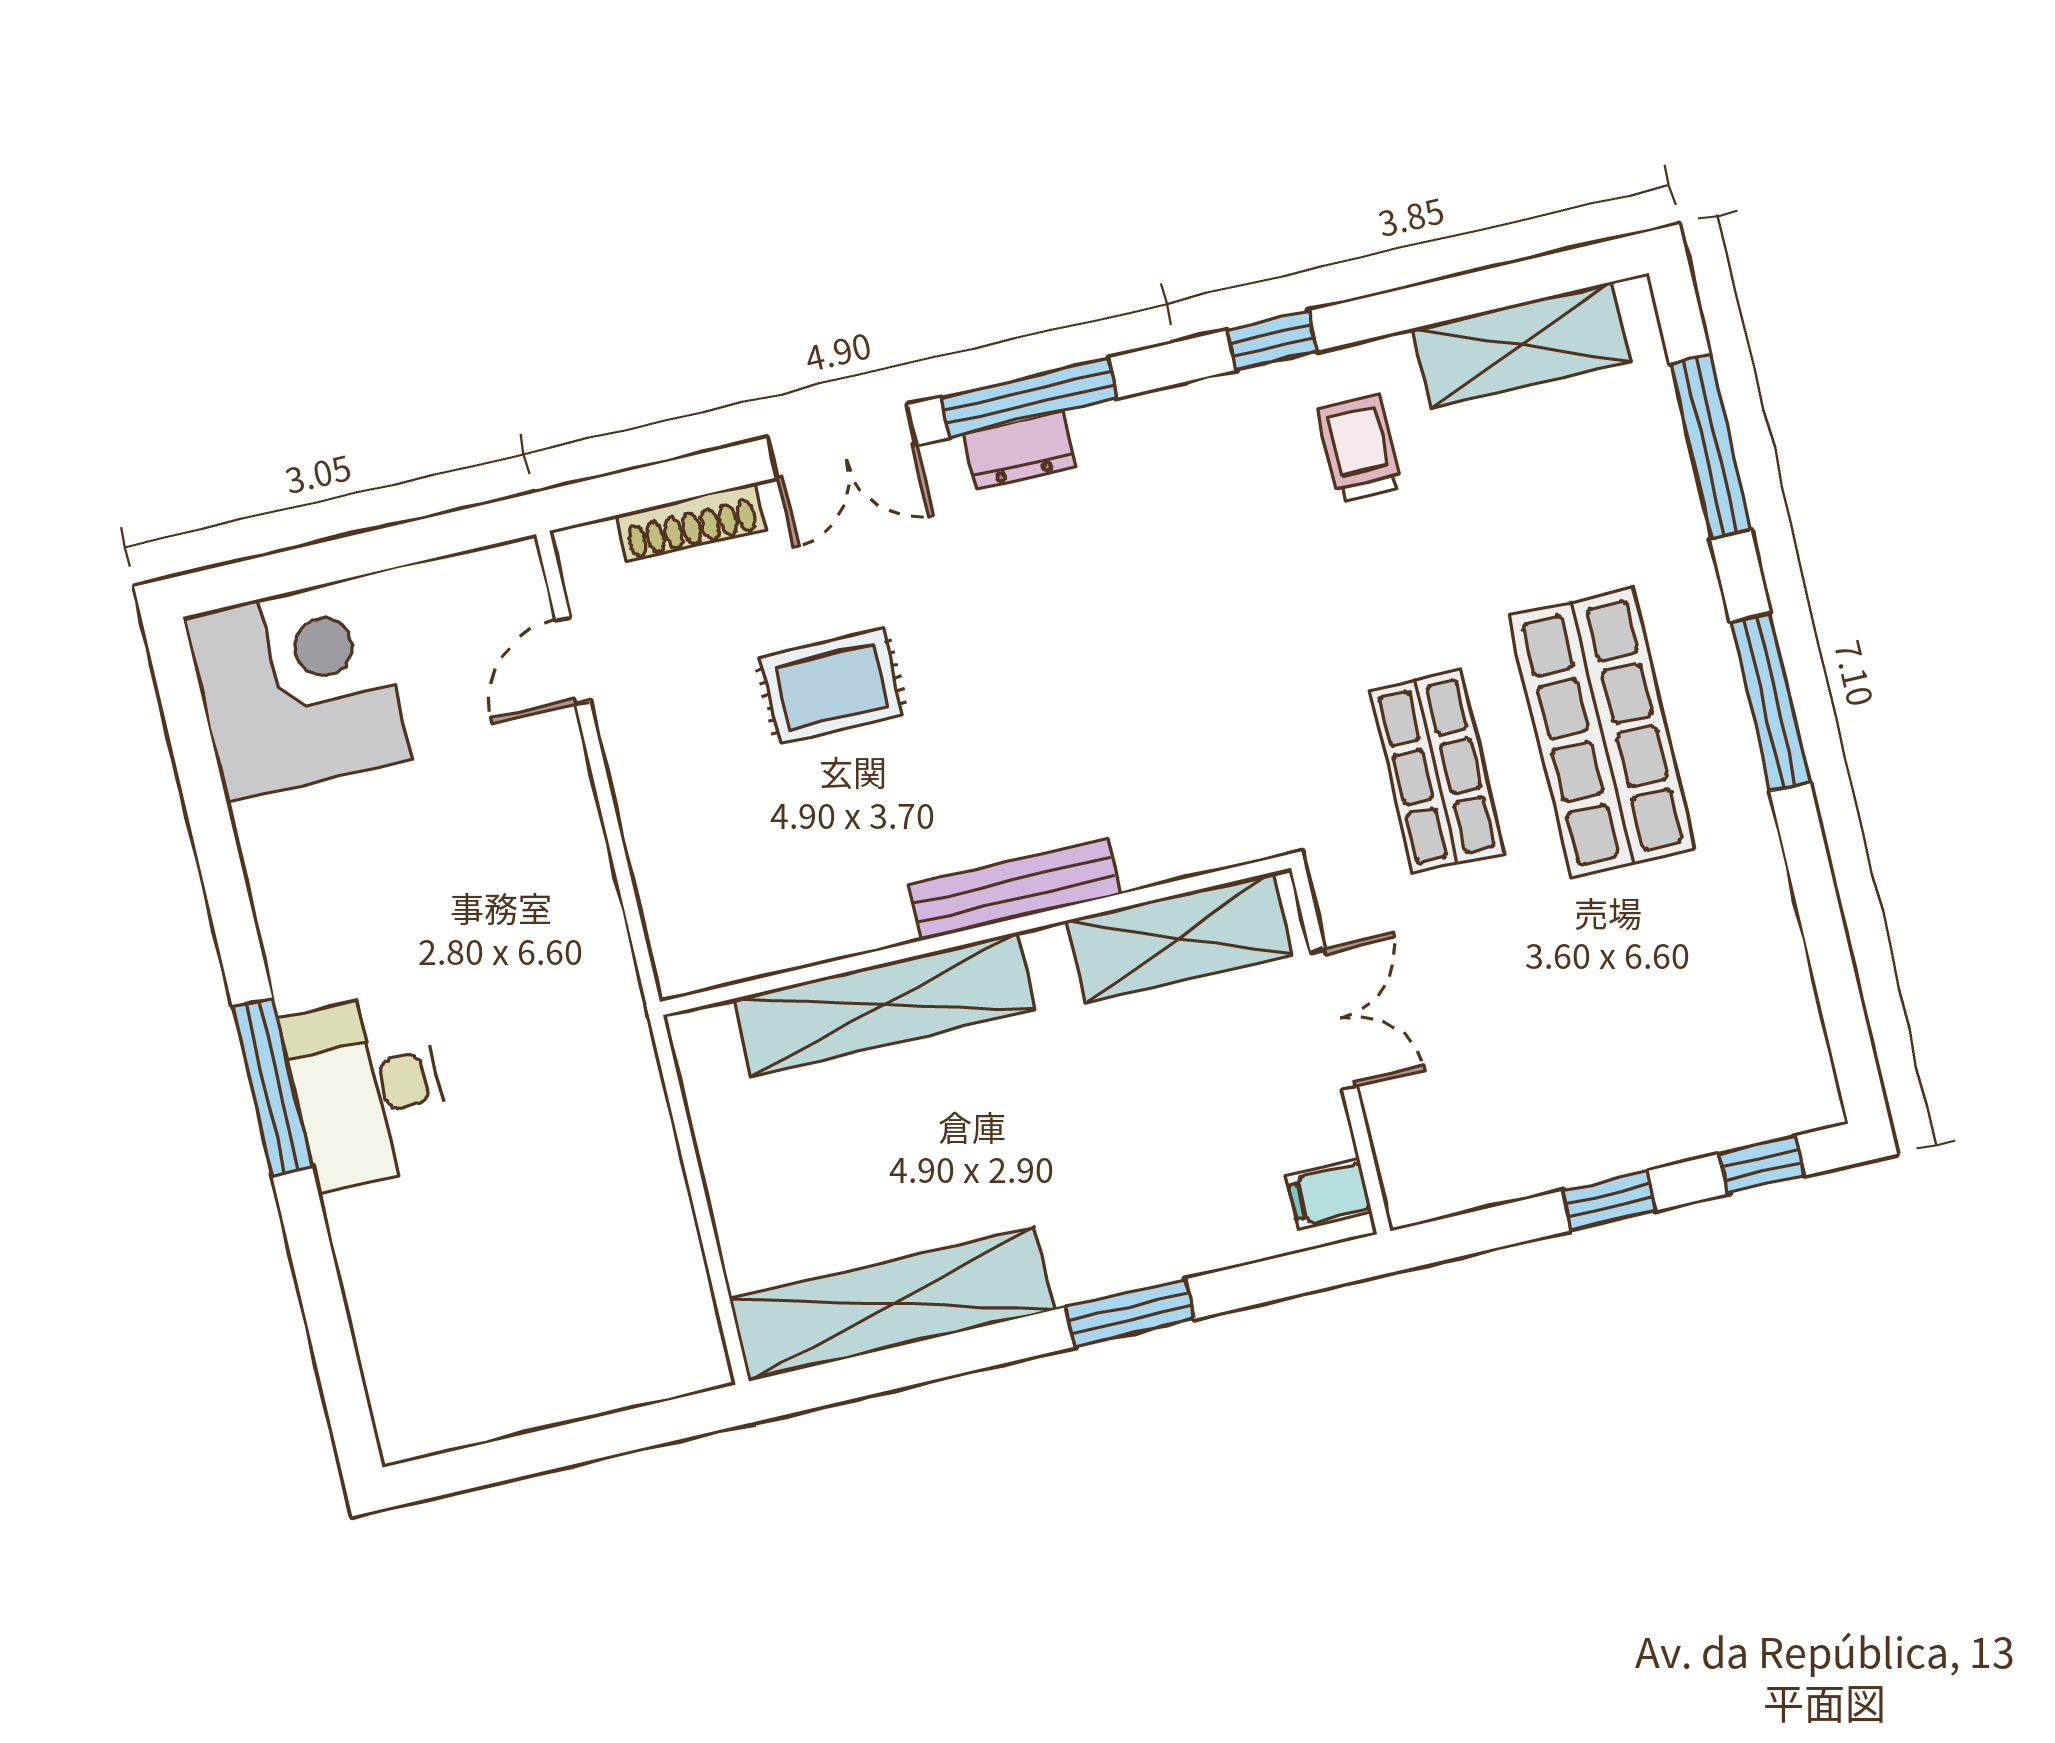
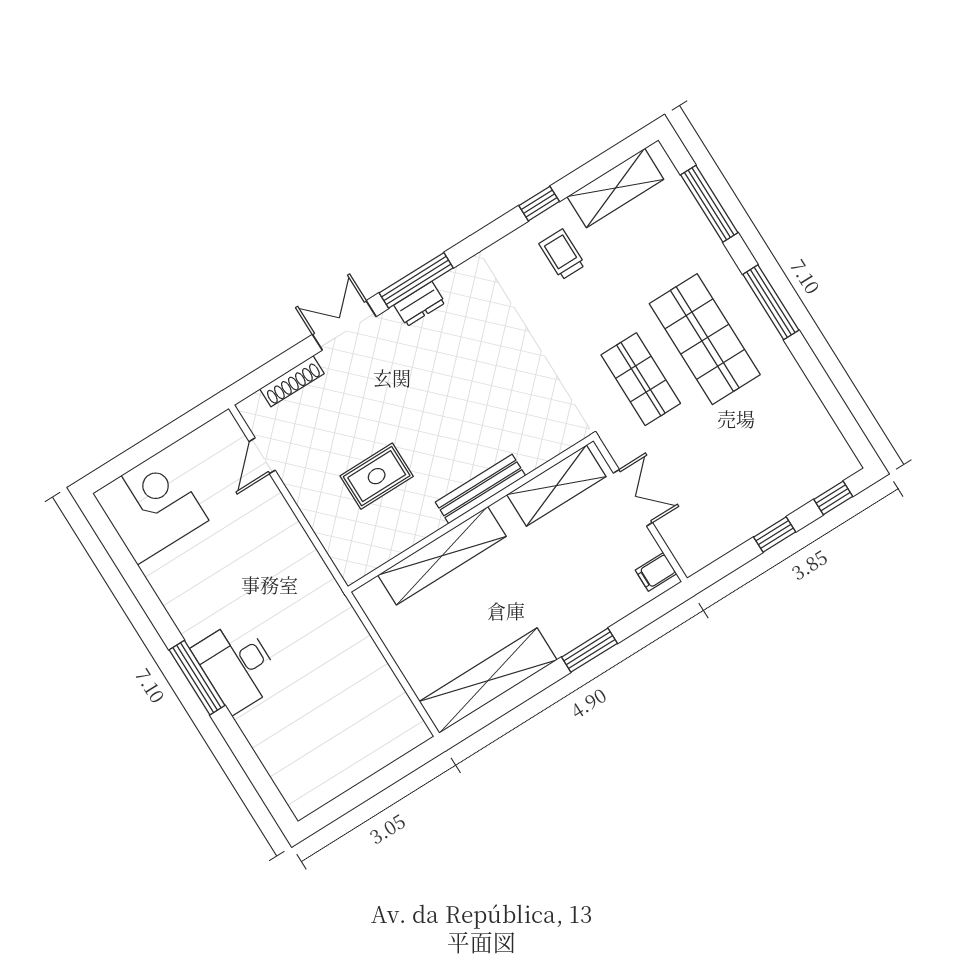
window: (1272, 341) -> (539, 204), moved
double door: (842, 441) -> (344, 325), swing flipped
rug: (832, 687) -> (377, 476), moved

